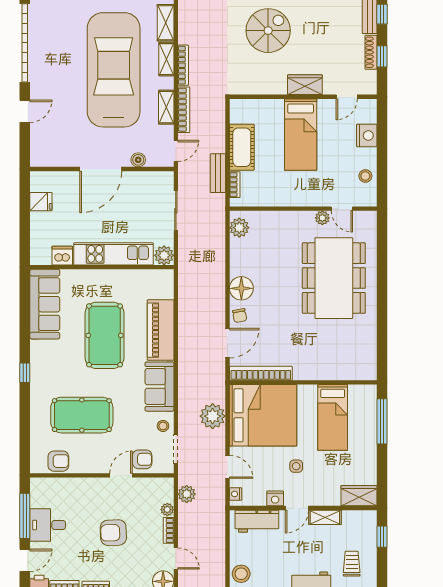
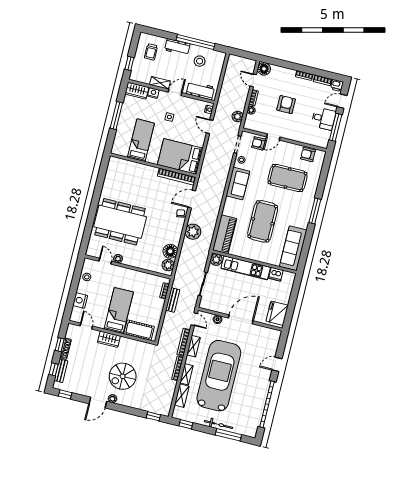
car: (114, 70) -> (219, 376), turned 180
door: (347, 97) -> (86, 326), hinge flipped
cot: (242, 147) -> (139, 330), moved, turned 90
door: (176, 151) -> (194, 319), swing flipped
fridge: (41, 202) -> (277, 313), width x1.88, depth x1.34
dining table: (334, 278) -> (120, 222), turned 90
floor lamp: (241, 288) -> (170, 251), moved
piano: (161, 330) -> (225, 234), moved
window: (25, 373) -> (315, 211), width x2.17
bed: (263, 415) -> (180, 156), width x0.73
plant: (213, 416) -> (193, 232), moved
window: (382, 421) -> (116, 116), moved
nightstand: (275, 498) -> (153, 93), moved
armchair: (113, 533) -> (286, 105), turned -88
stool: (241, 574) -> (200, 61), moved

